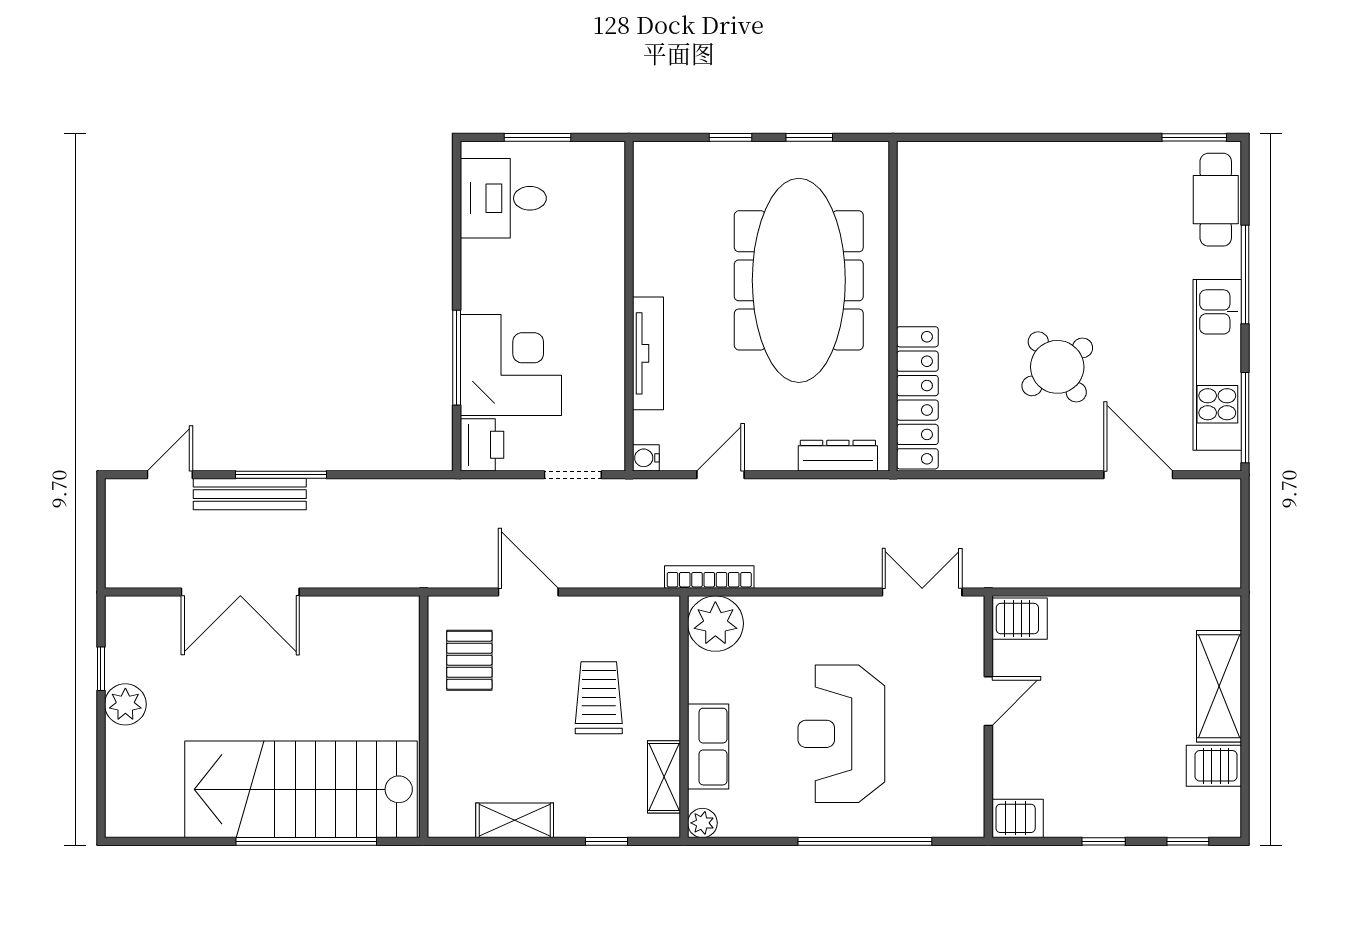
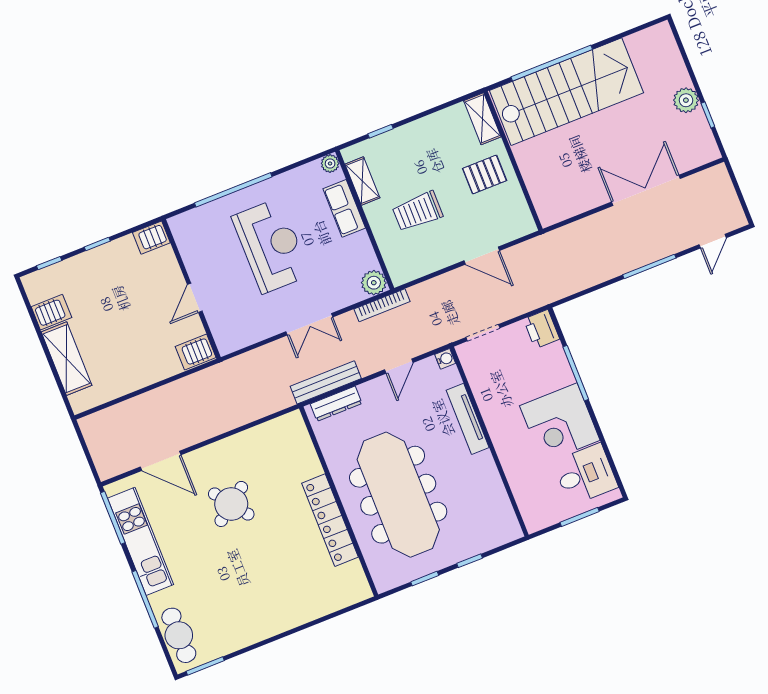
corner desk: (511, 365) -> (560, 423), moved
locker: (917, 398) -> (330, 520), moved
bench: (250, 494) -> (326, 382), moved
double door: (922, 592) -> (309, 324), moved
plant: (715, 624) -> (374, 283), width x0.73, depth x0.73
pallet: (469, 660) -> (485, 174), moved, turned 90
trolley: (599, 698) -> (418, 211), turned 90
shelving: (515, 820) -> (482, 119), moved, turned 90

